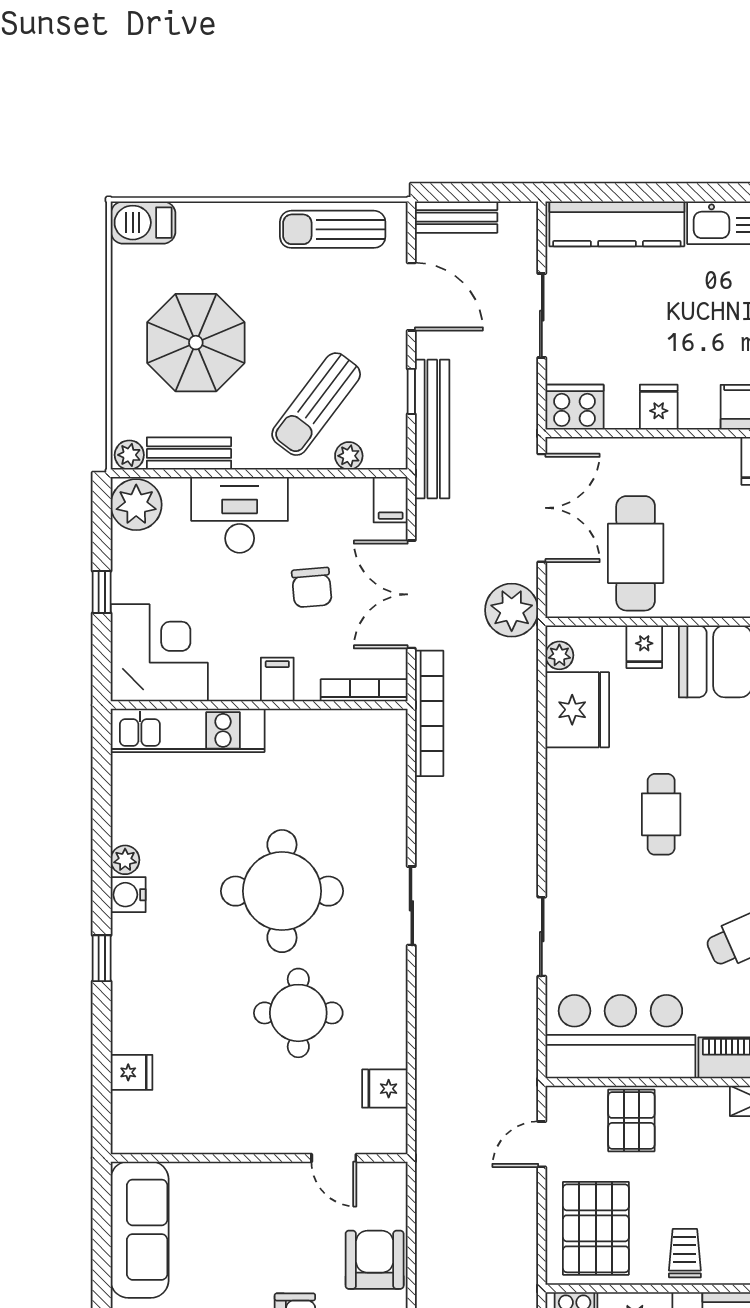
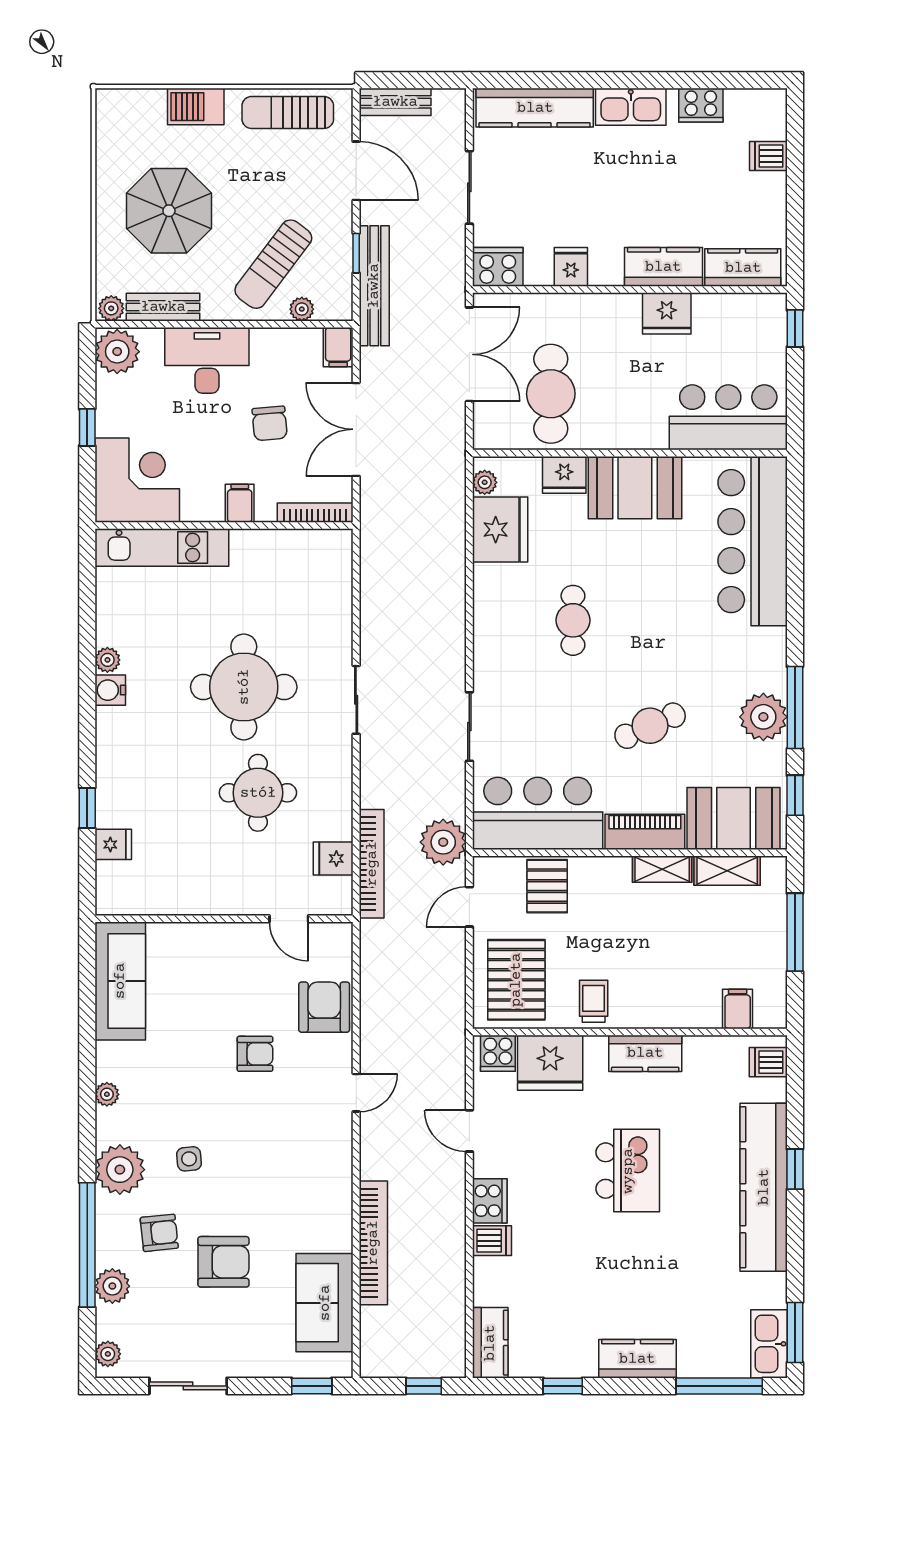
barbecue: (143, 223) -> (196, 107), moved
plant: (512, 610) -> (443, 842), moved
fridge: (644, 647) -> (564, 475), width x1.38
bookcase: (429, 713) -> (372, 864), moved
window: (102, 958) -> (87, 808), moved

